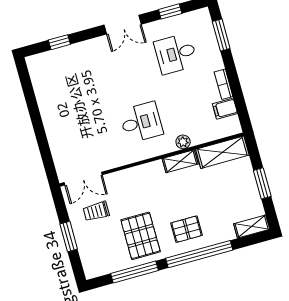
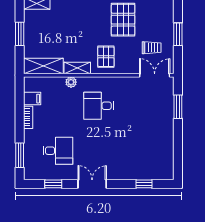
window: (44, 148) -> (178, 107), added
pallet: (187, 229) -> (106, 57), moved, turned 90

